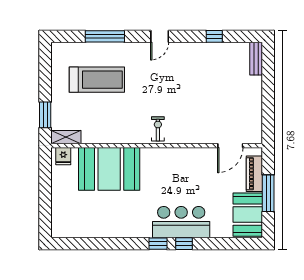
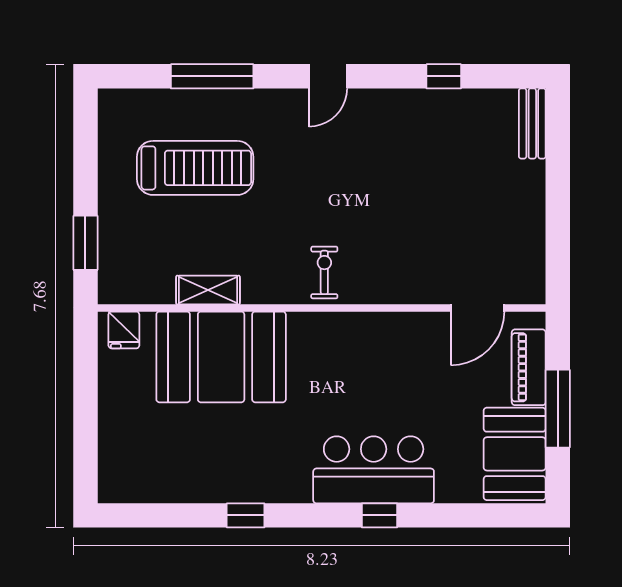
shelving: (66, 137) -> (208, 290), moved
window: (158, 244) -> (246, 515), moved

